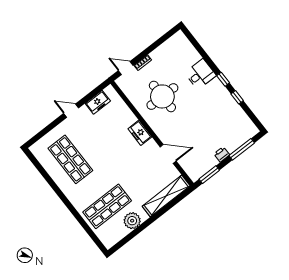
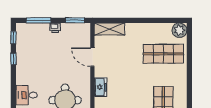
window: (223, 79) -> (13, 38), moved
shelving: (166, 196) -> (110, 29), width x0.68
plant: (132, 221) -> (179, 30), moved

